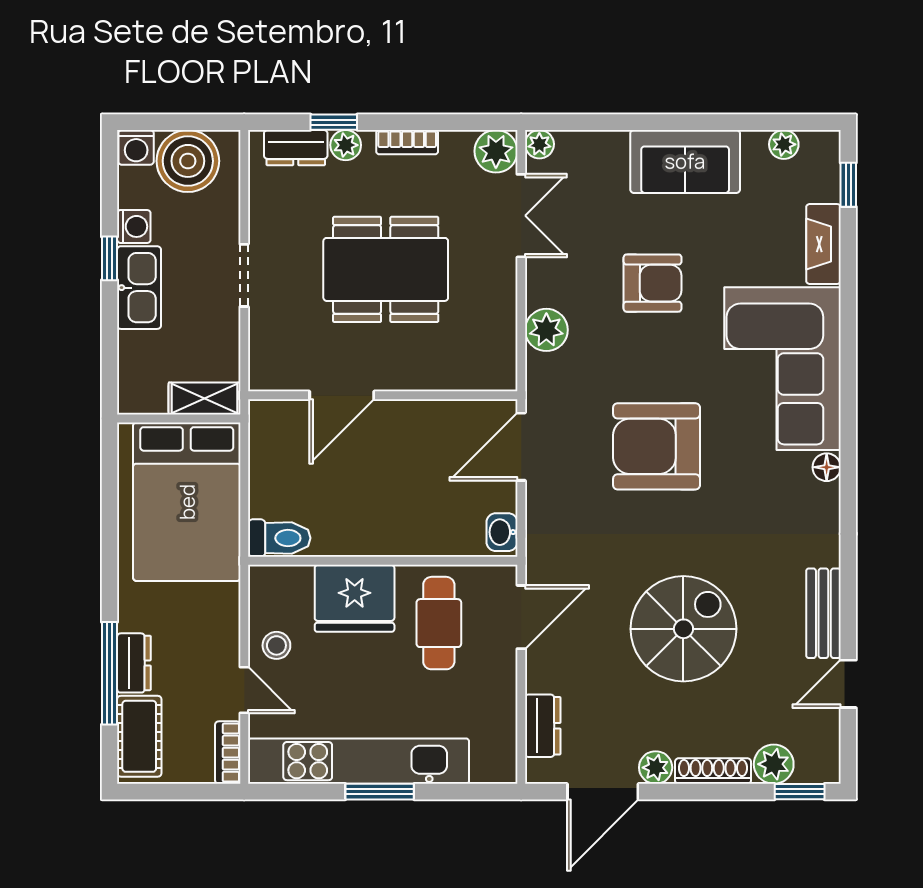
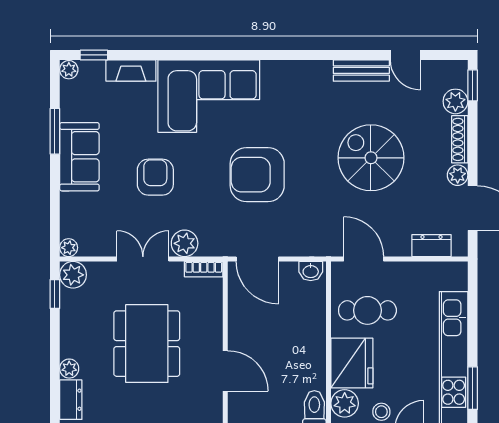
window: (334, 122) -> (55, 294), moved
window: (726, 122) -> (55, 131), added
bookcase: (407, 142) -> (204, 269), moved, turned 90
plant: (784, 144) -> (69, 70), moved
double door: (521, 216) -> (143, 259), moved
armchair: (657, 446) -> (257, 175), turned 90
floor lamp: (827, 467) -> (270, 68), removed
plant: (290, 586) -> (345, 403), added
window: (380, 792) -> (473, 388), moved

